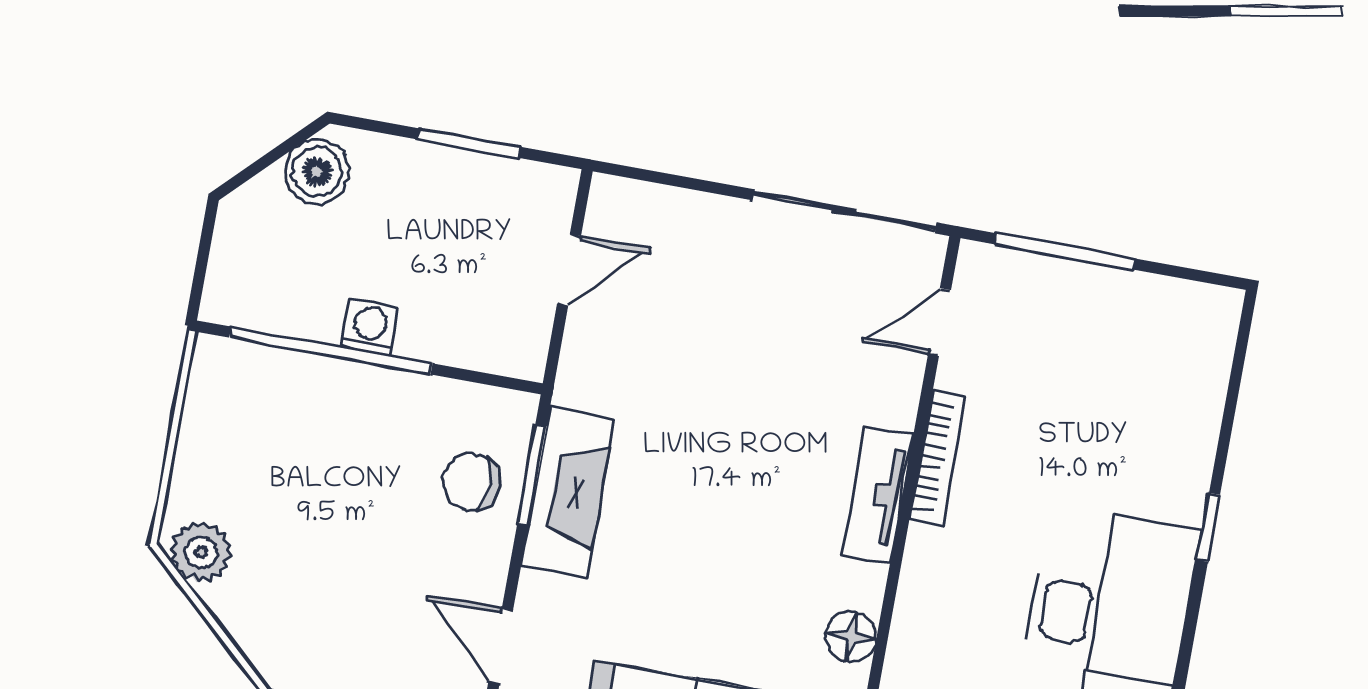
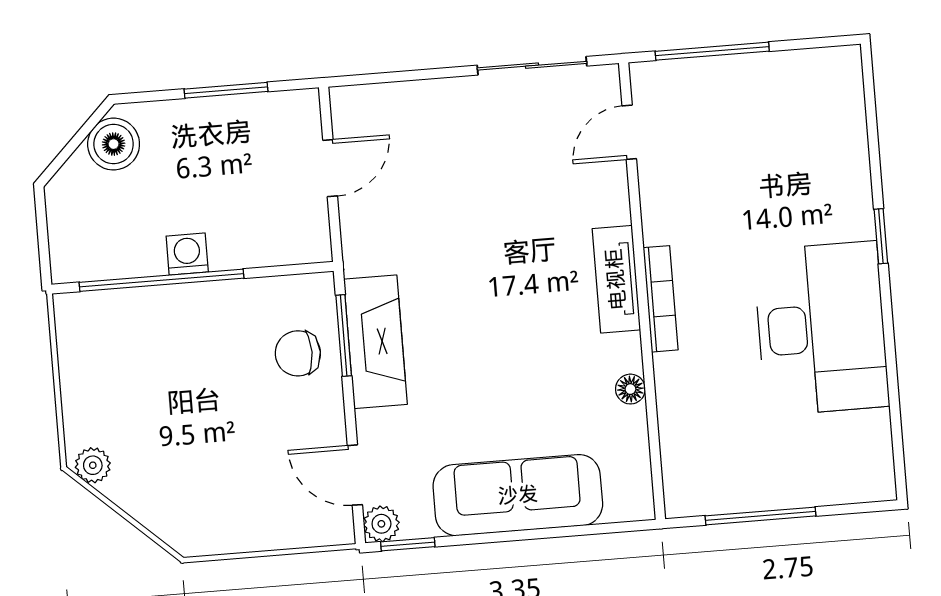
sliding door: (844, 211) -> (532, 66), width x0.73
bookcase: (937, 458) -> (661, 299), moved
plant: (201, 552) -> (93, 465), width x0.73, depth x0.73
floor lamp: (851, 636) -> (630, 389), width x0.73, depth x0.73

